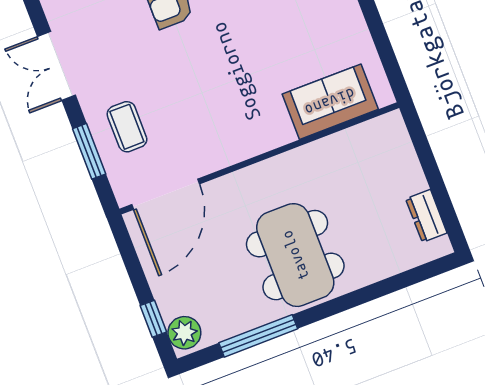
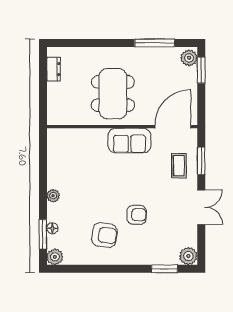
sofa: (330, 102) -> (129, 141), moved
dining table: (295, 255) -> (113, 94), moved
window: (153, 319) -> (201, 70), width x1.50

